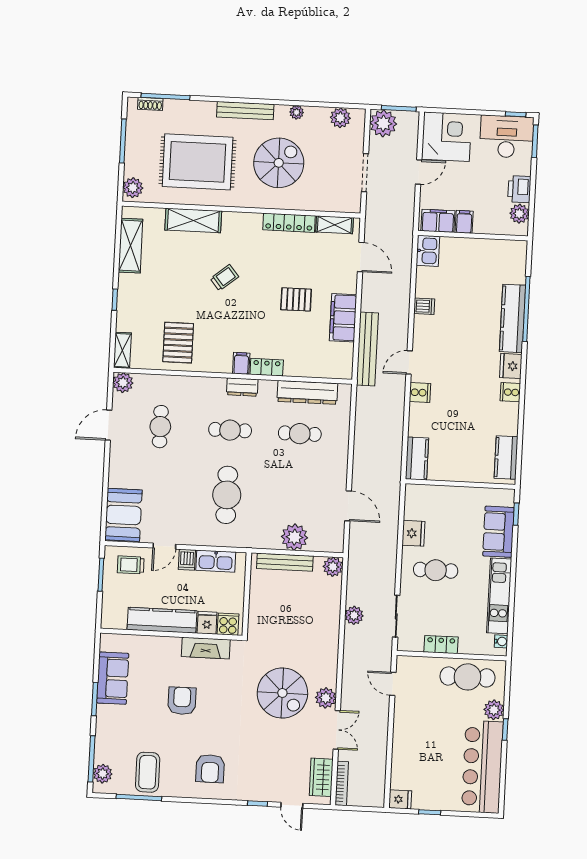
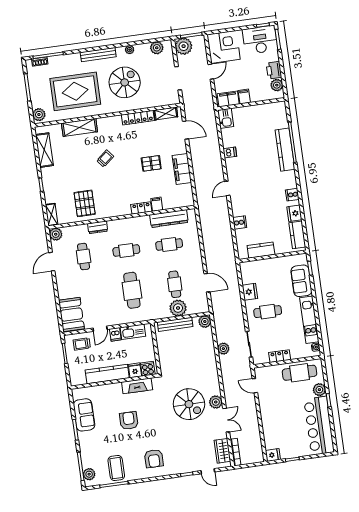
bench: (367, 349) -> (200, 185), removed
filing cabinet: (241, 363) -> (157, 204), moved
fridge: (511, 366) -> (294, 213), moved
dresser: (242, 387) -> (98, 227), moved
cooker: (420, 393) -> (240, 222), moved
kitchen counter: (417, 459) -> (261, 250), moved, turned -90
cafe table: (296, 498) -> (175, 284), added

